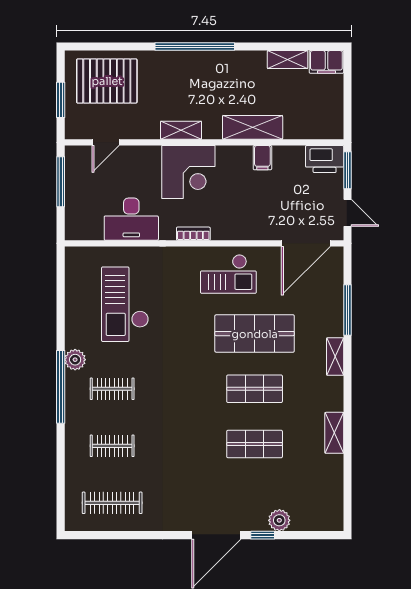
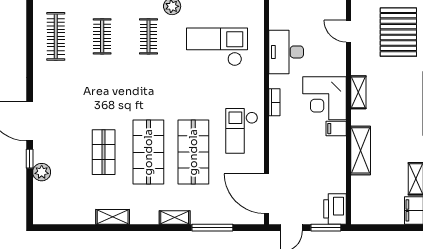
filing cabinet: (262, 158) -> (336, 129), moved
shop shelf: (255, 389) -> (148, 152), width x1.43, depth x1.36

